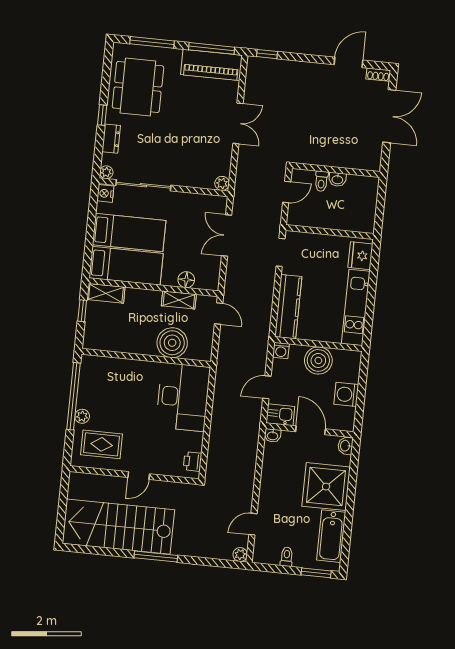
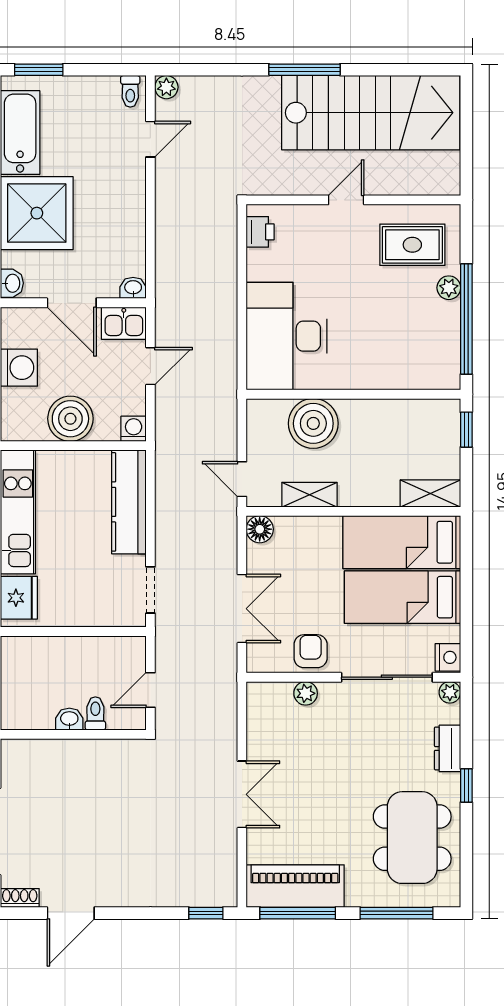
double door: (238, 123) -> (242, 794), swing flipped
plant: (222, 183) -> (306, 693), moved
armchair: (188, 206) -> (311, 651), added
floor lamp: (186, 280) -> (260, 529), moved
window: (82, 311) -> (466, 430), moved
toilet: (287, 557) -> (130, 91), moved

